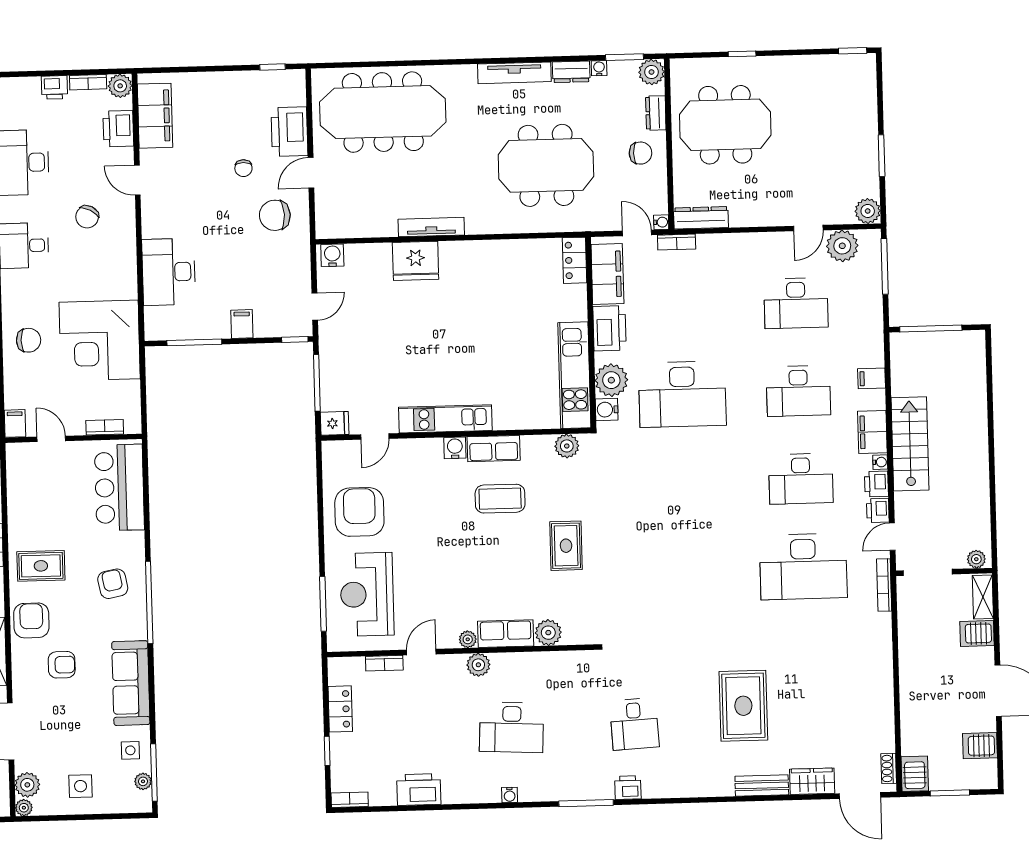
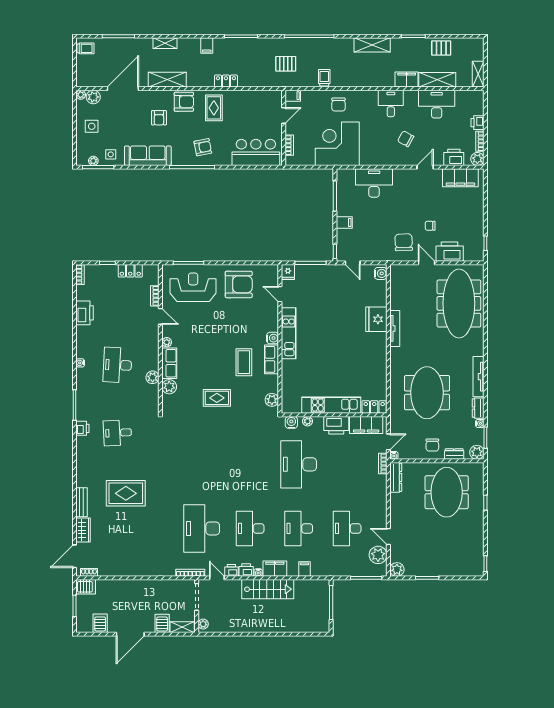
kitchen unit: (574, 375) -> (331, 405), moved
plant: (611, 380) -> (307, 421), width x0.53, depth x0.53
plant: (478, 665) -> (153, 377), moved

